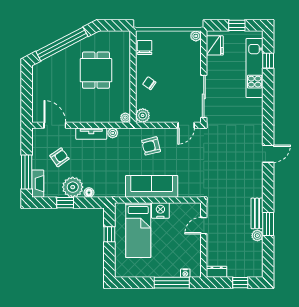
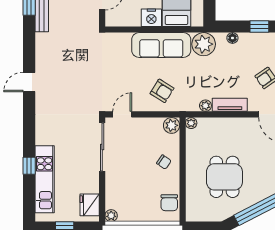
window: (268, 61) -> (29, 166), moved
armchair: (151, 146) -> (162, 91), turned 46
plant: (73, 187) -> (204, 44), moved

